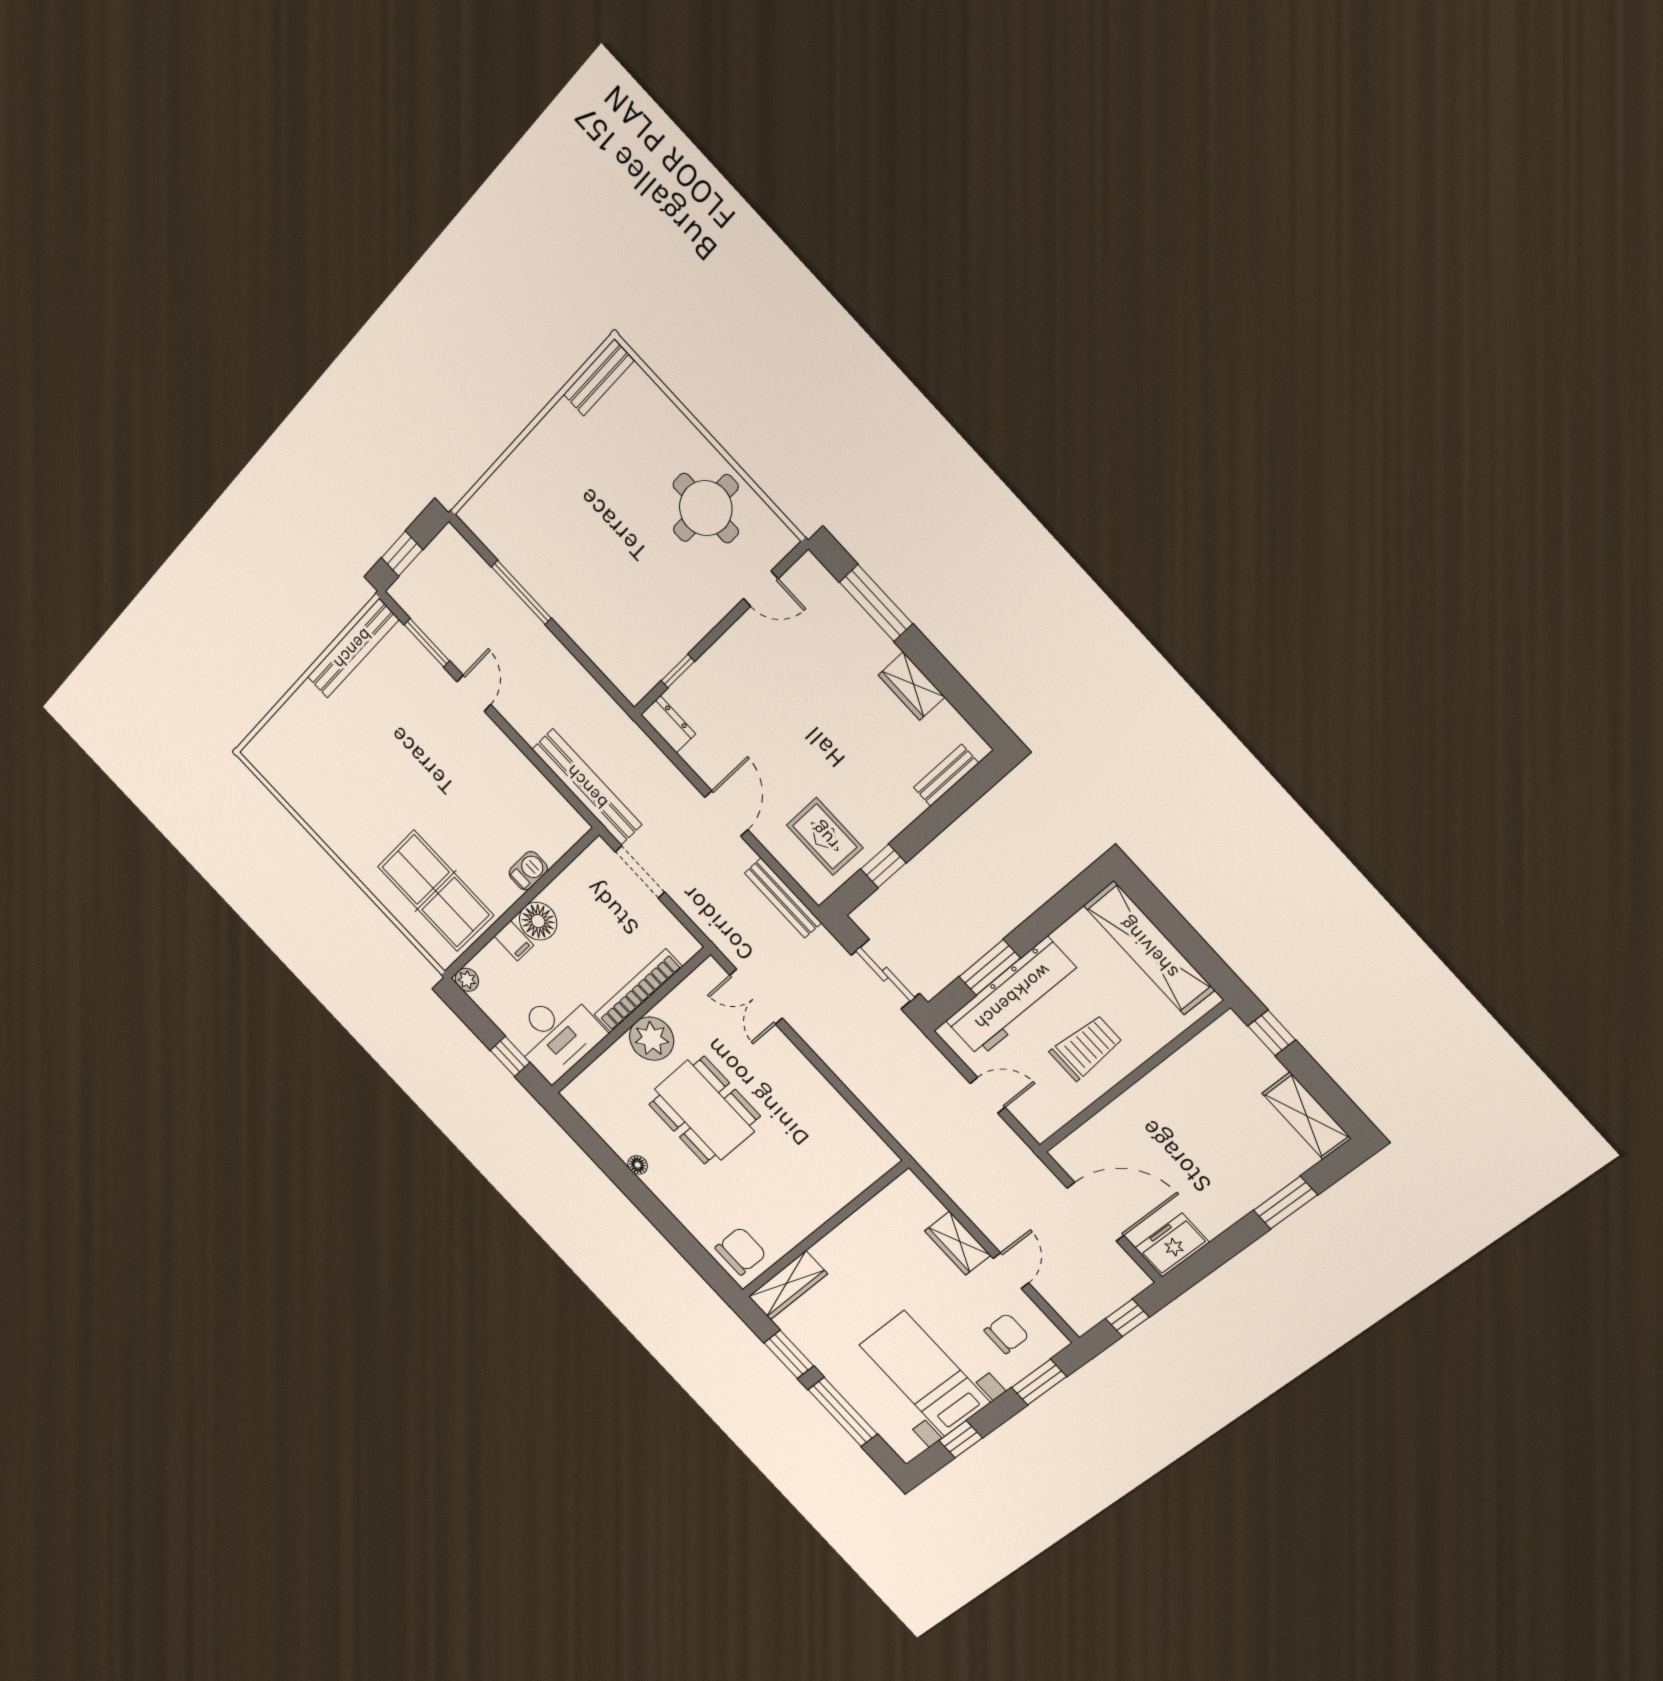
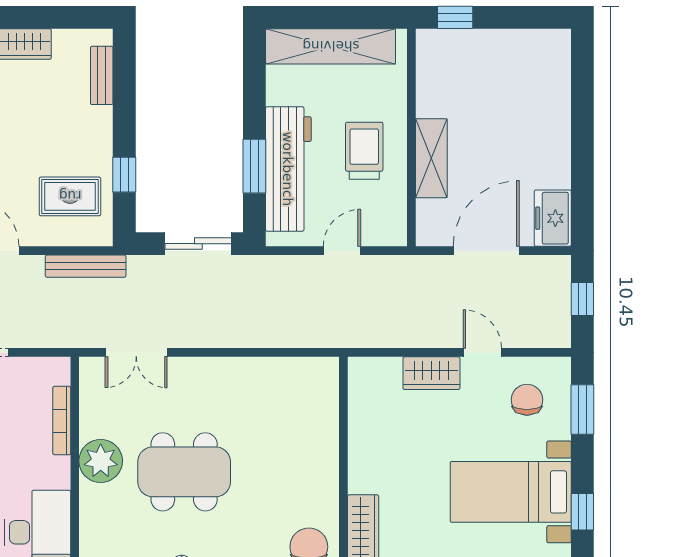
bookcase: (638, 991) -> (62, 421), width x0.68, depth x0.76
shelving: (1307, 1116) -> (431, 158), moved, turned 90
window: (1285, 1203) -> (582, 112), removed

